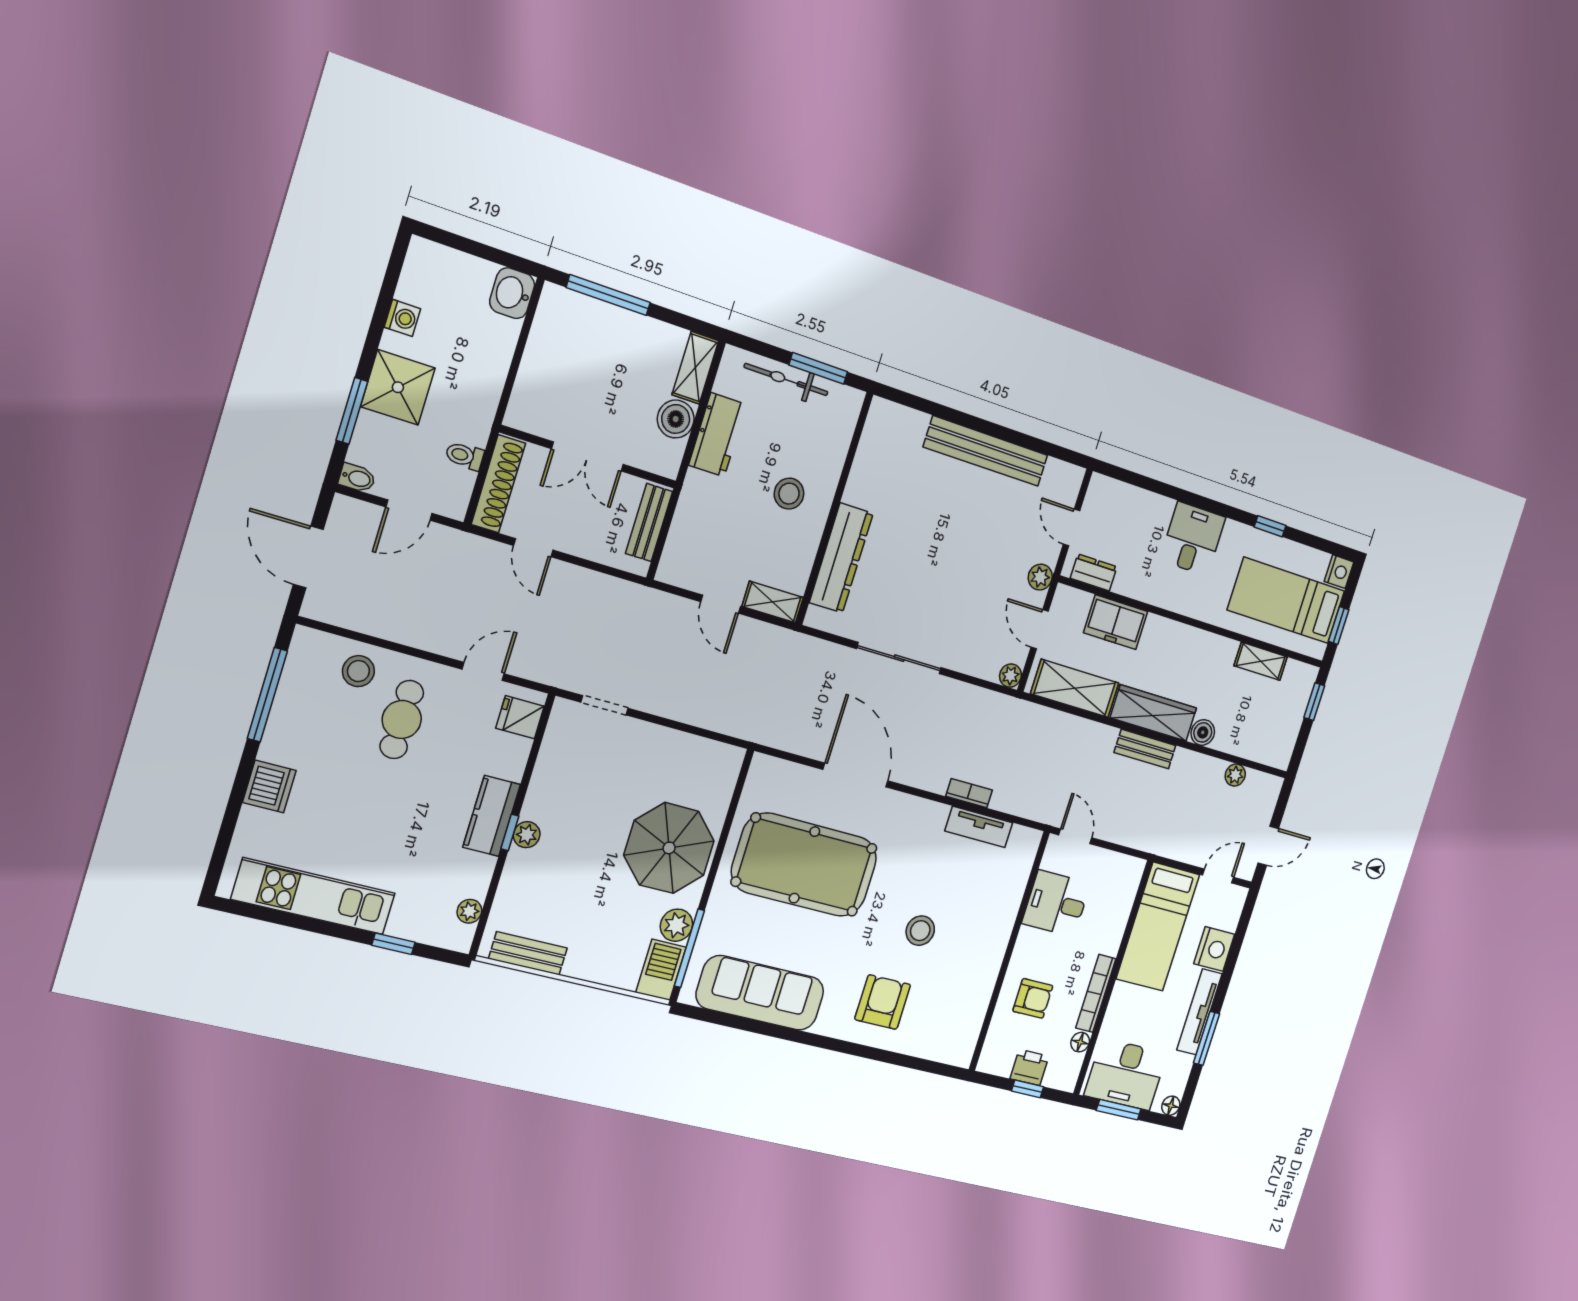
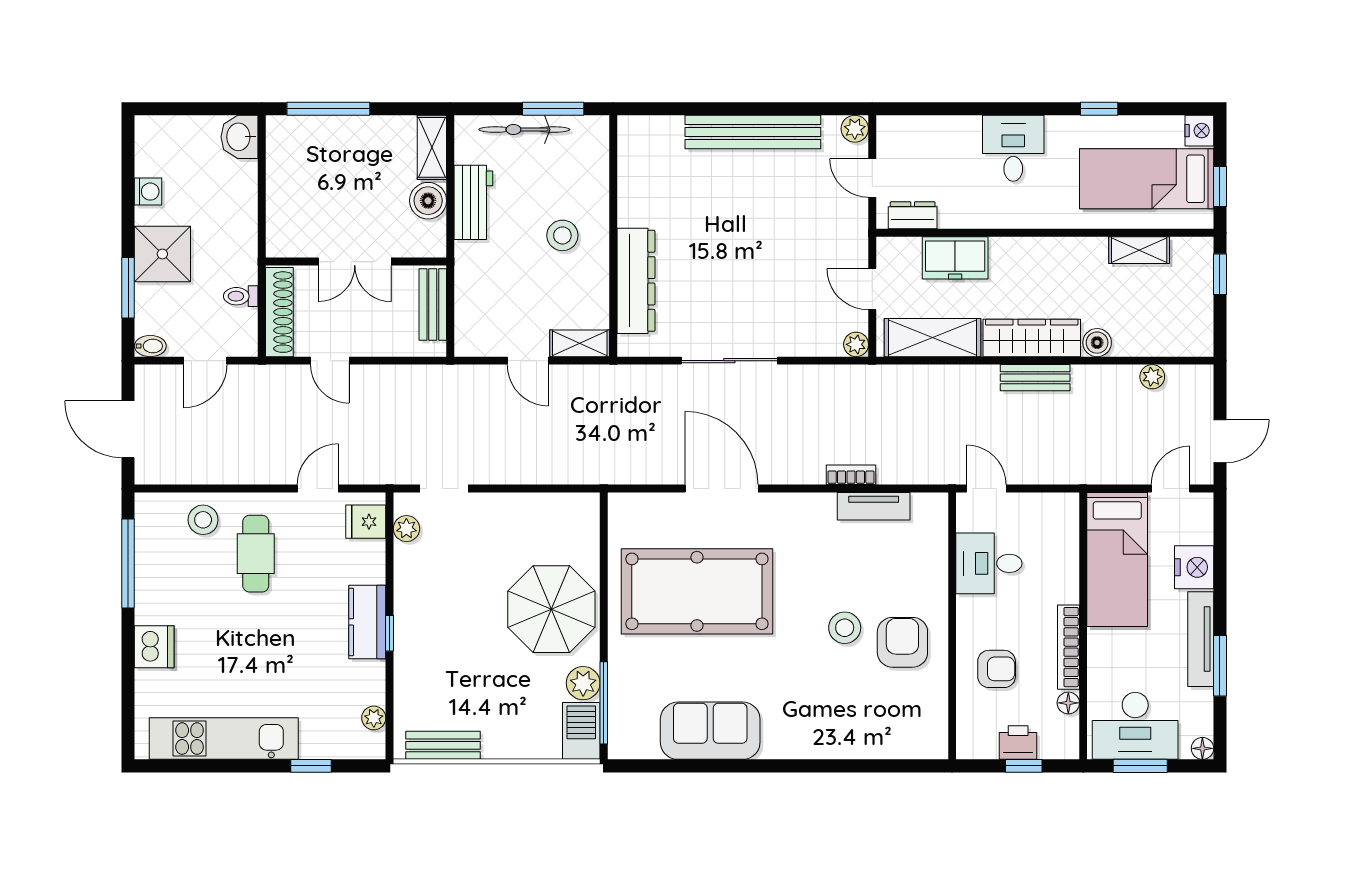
plant: (1040, 577) -> (855, 129), moved
plant: (527, 835) -> (406, 529), moved
sofa: (760, 993) -> (710, 731), width x0.73
armchair: (883, 1002) -> (902, 642), moved

